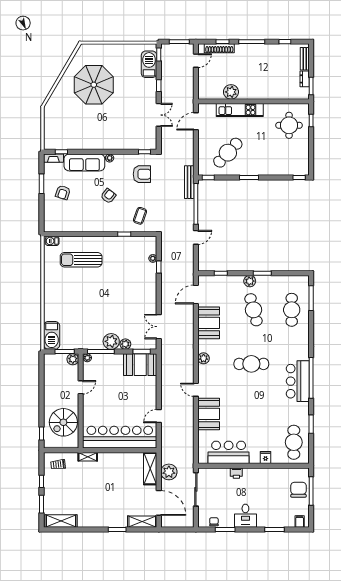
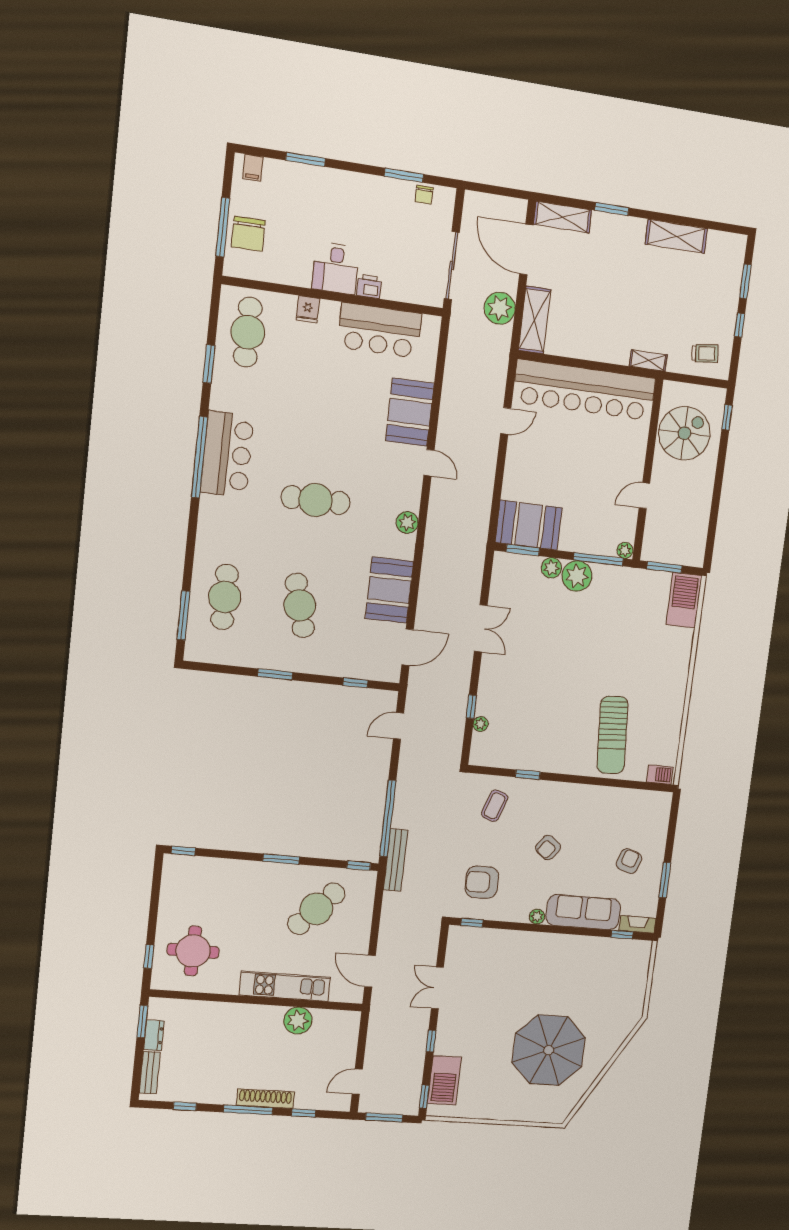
shoe rack: (219, 48) -> (265, 1099), moved
door: (196, 121) -> (370, 971), swing flipped
door: (196, 237) -> (398, 726), moved
sun lounger: (81, 260) -> (612, 735), turned 86
plant: (250, 281) -> (301, 662), removed
double door: (159, 327) -> (481, 628), moved
plant: (73, 359) -> (652, 551), removed
desk: (245, 516) -> (336, 268), moved, turned 180
shelving: (61, 521) -> (676, 236), moved

